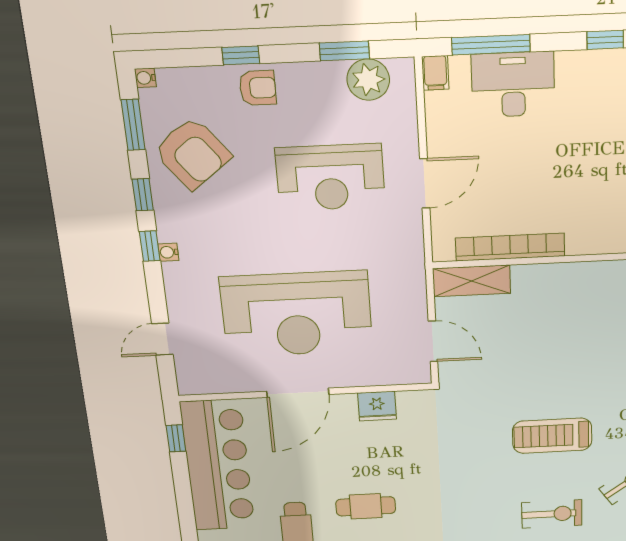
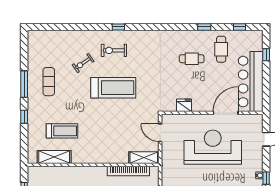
door: (298, 393) -> (226, 113), moved
treadmill: (552, 436) -> (113, 88), width x1.37, depth x1.38
window: (176, 438) -> (266, 55), moved

